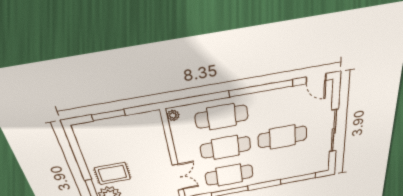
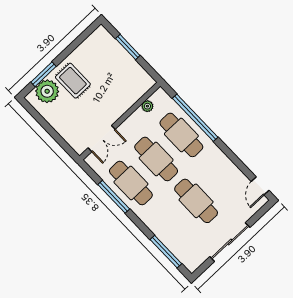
window: (261, 88) -> (195, 118), moved
plant: (173, 115) -> (147, 106), moved

